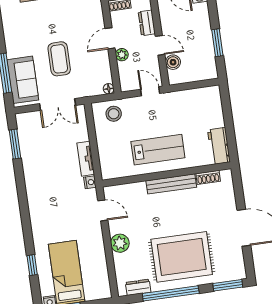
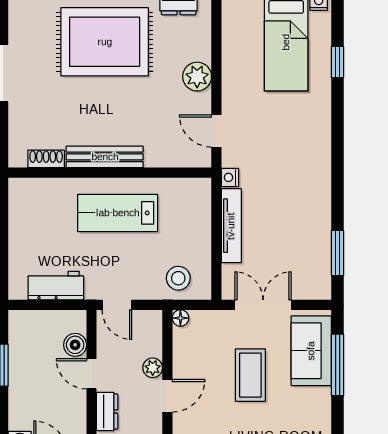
workbench: (219, 146) -> (56, 286), moved, turned -90
tv unit: (86, 159) -> (231, 226), width x1.41

